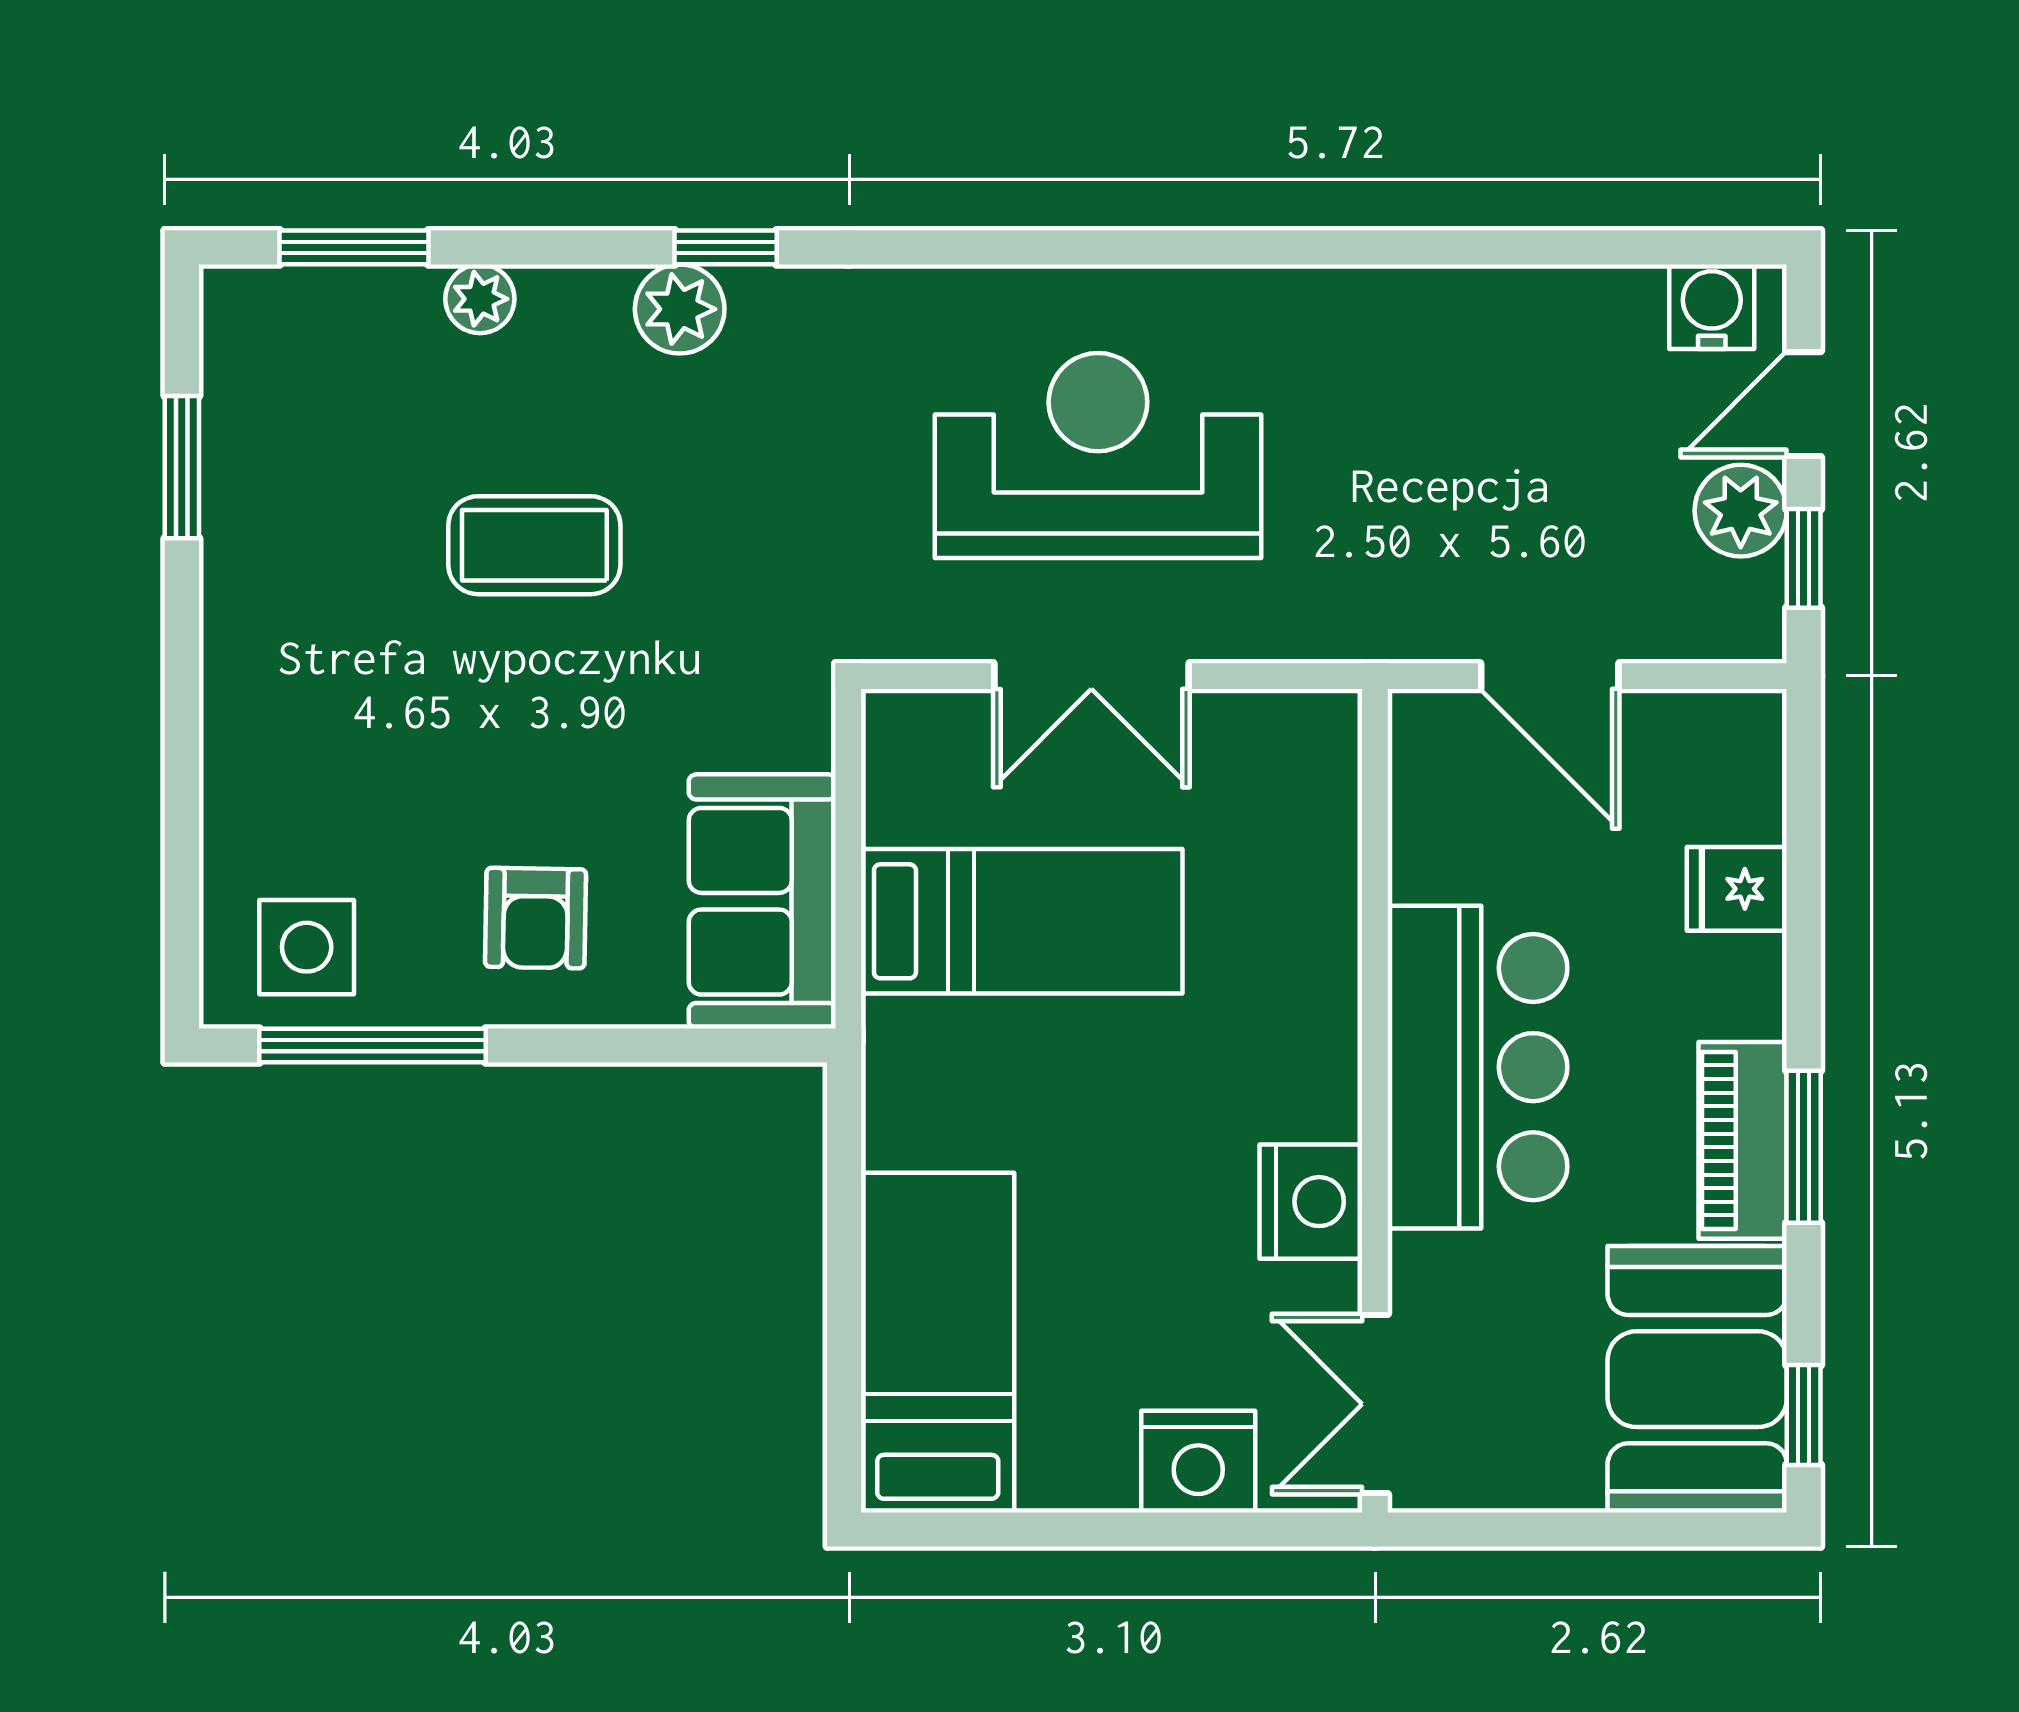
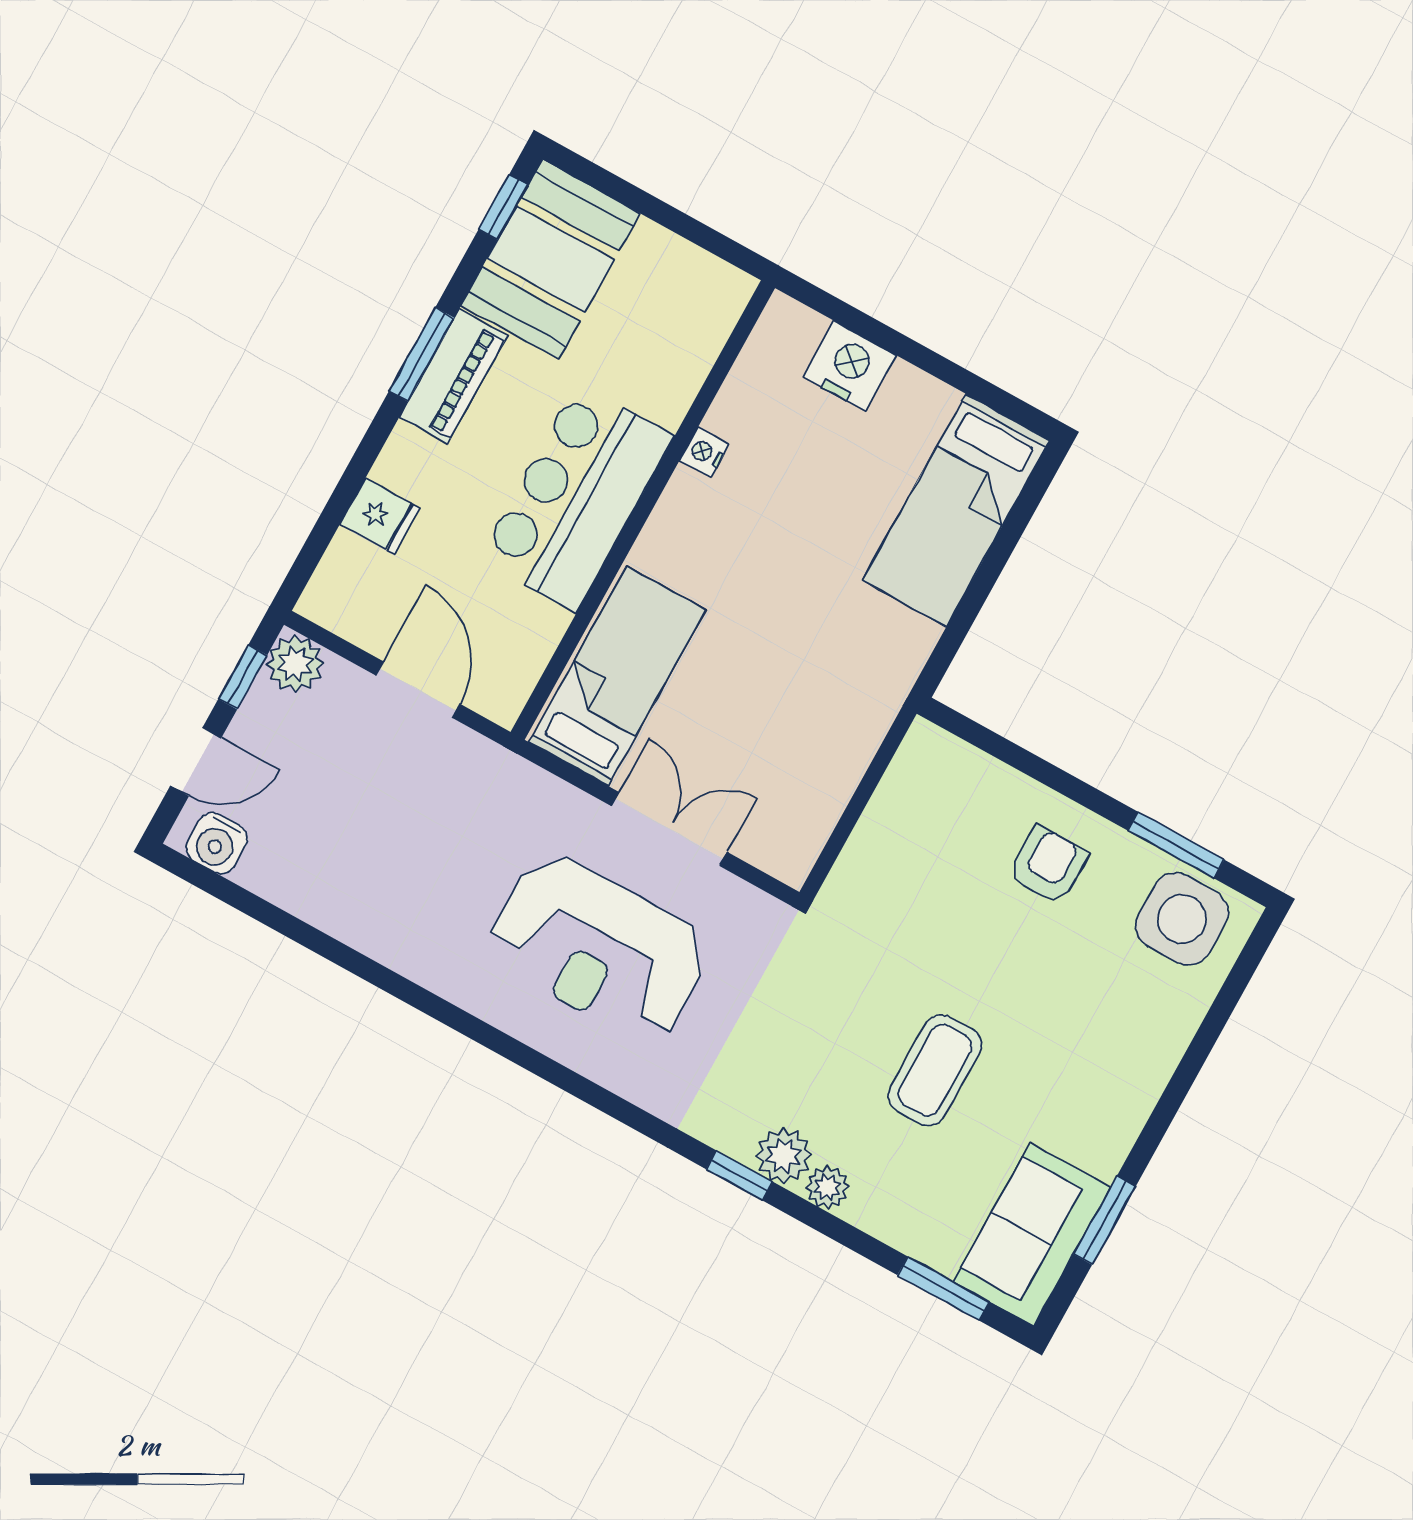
plant: (480, 299) -> (828, 1187), moved
plant: (1741, 511) -> (295, 664), moved
coffee table: (534, 545) -> (935, 1070), turned 90
sofa: (762, 901) -> (1032, 1234), moved, turned 180
bed: (1022, 921) -> (617, 676), moved, turned 90
side table: (307, 947) -> (1182, 919), width x1.37, depth x1.37
window: (372, 1046) -> (1176, 845), width x0.69
nightstand: (1311, 1202) -> (704, 452), width x0.53, depth x0.56
double door: (1375, 1404) -> (735, 344), removed

